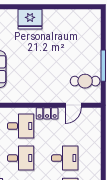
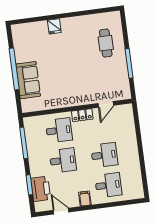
fridge: (30, 19) -> (54, 26), width x0.53, depth x0.75
cafe table: (85, 81) -> (106, 43), moved, turned 90

